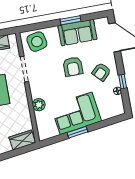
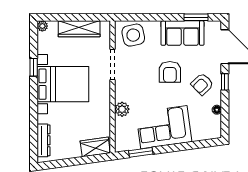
window: (70, 20) -> (196, 17), moved
window: (123, 82) -> (225, 82), moved
window: (77, 132) -> (141, 152), moved

